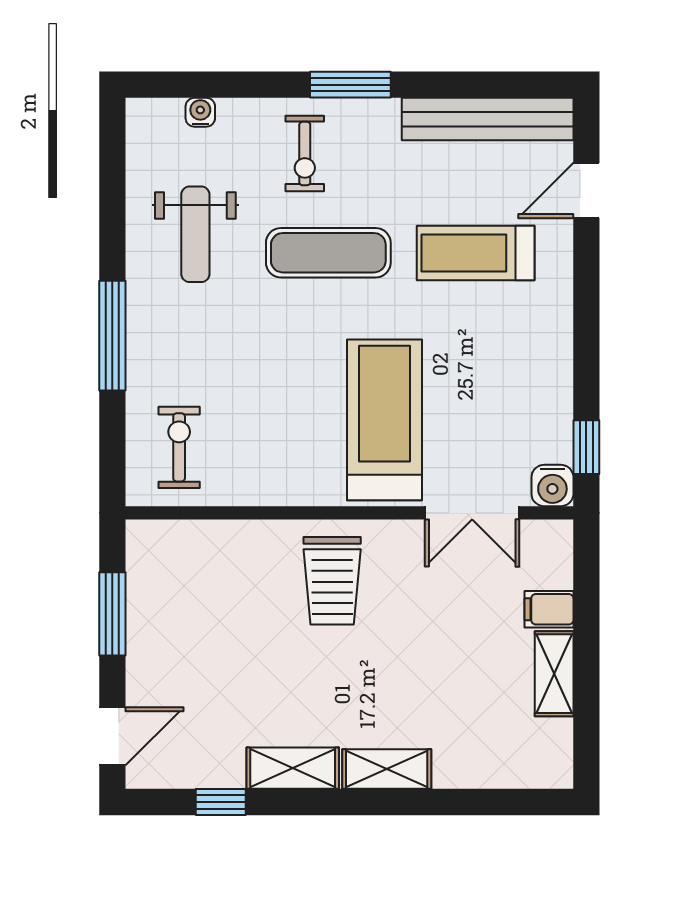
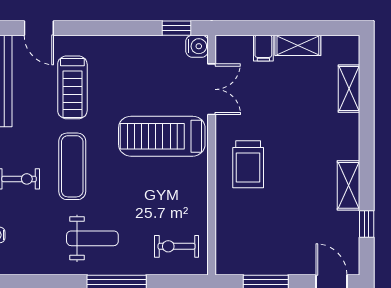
weight bench: (195, 234) -> (92, 238), moved
trolley: (332, 581) -> (248, 164), turned 90
shelving: (387, 769) -> (349, 89), moved

